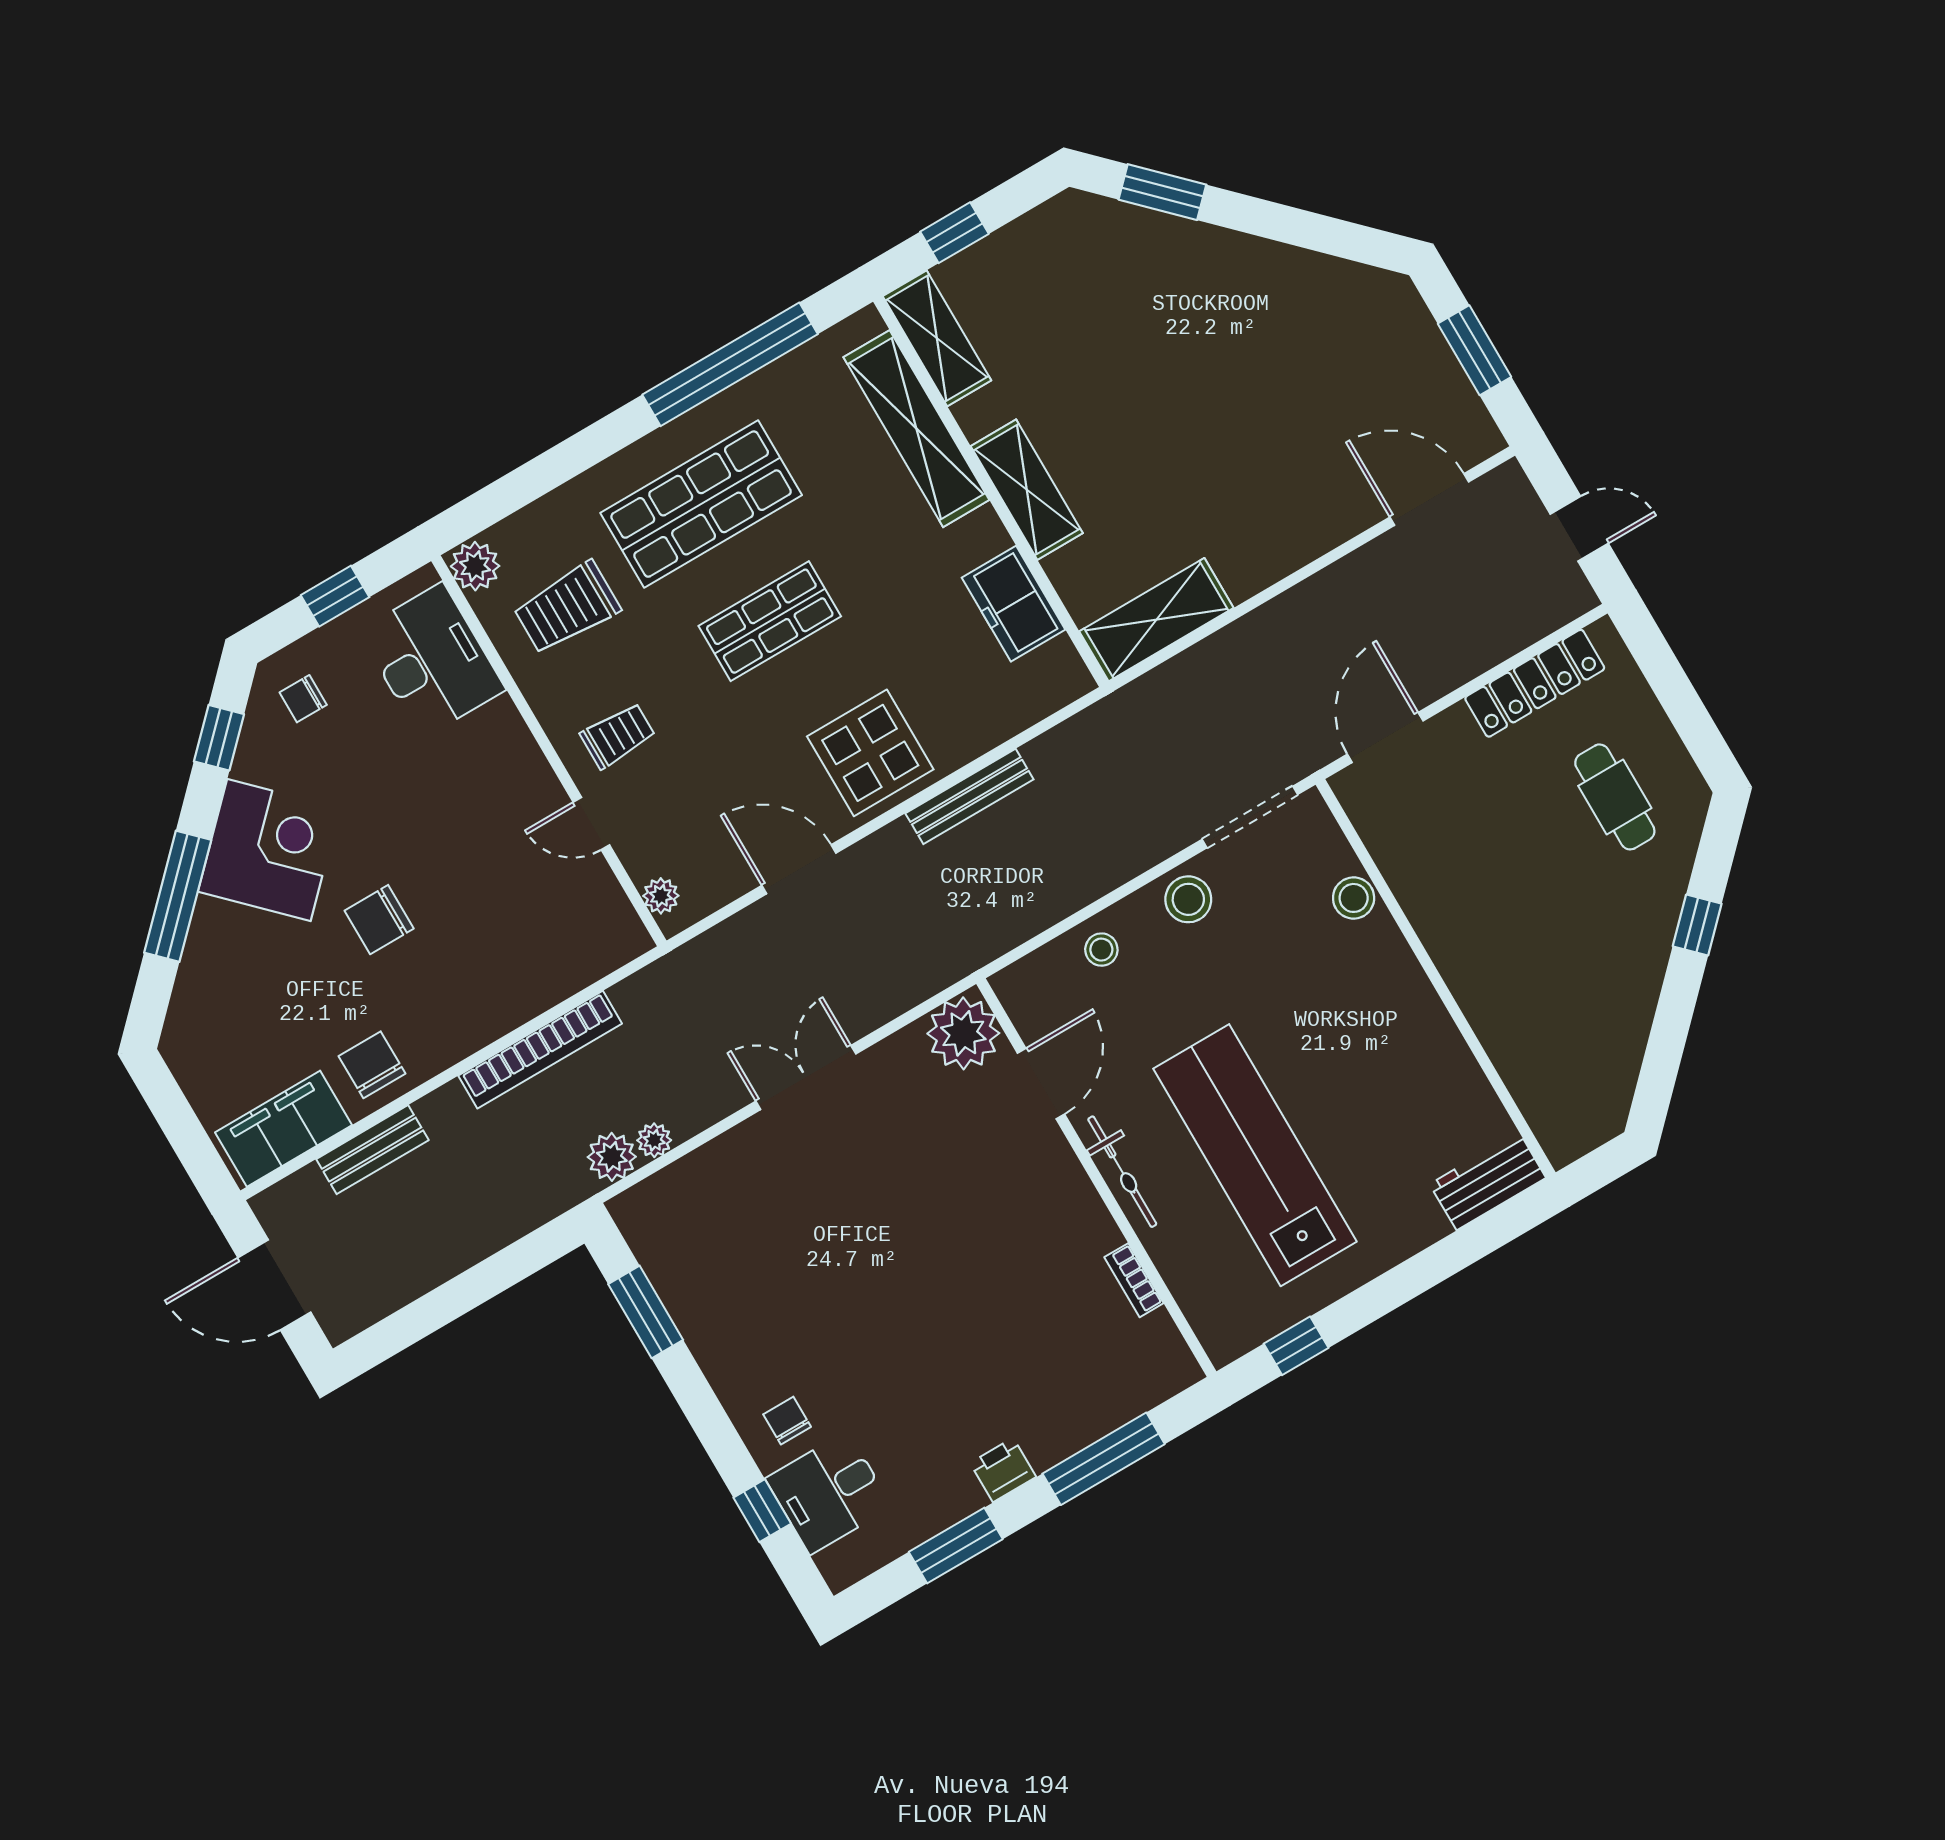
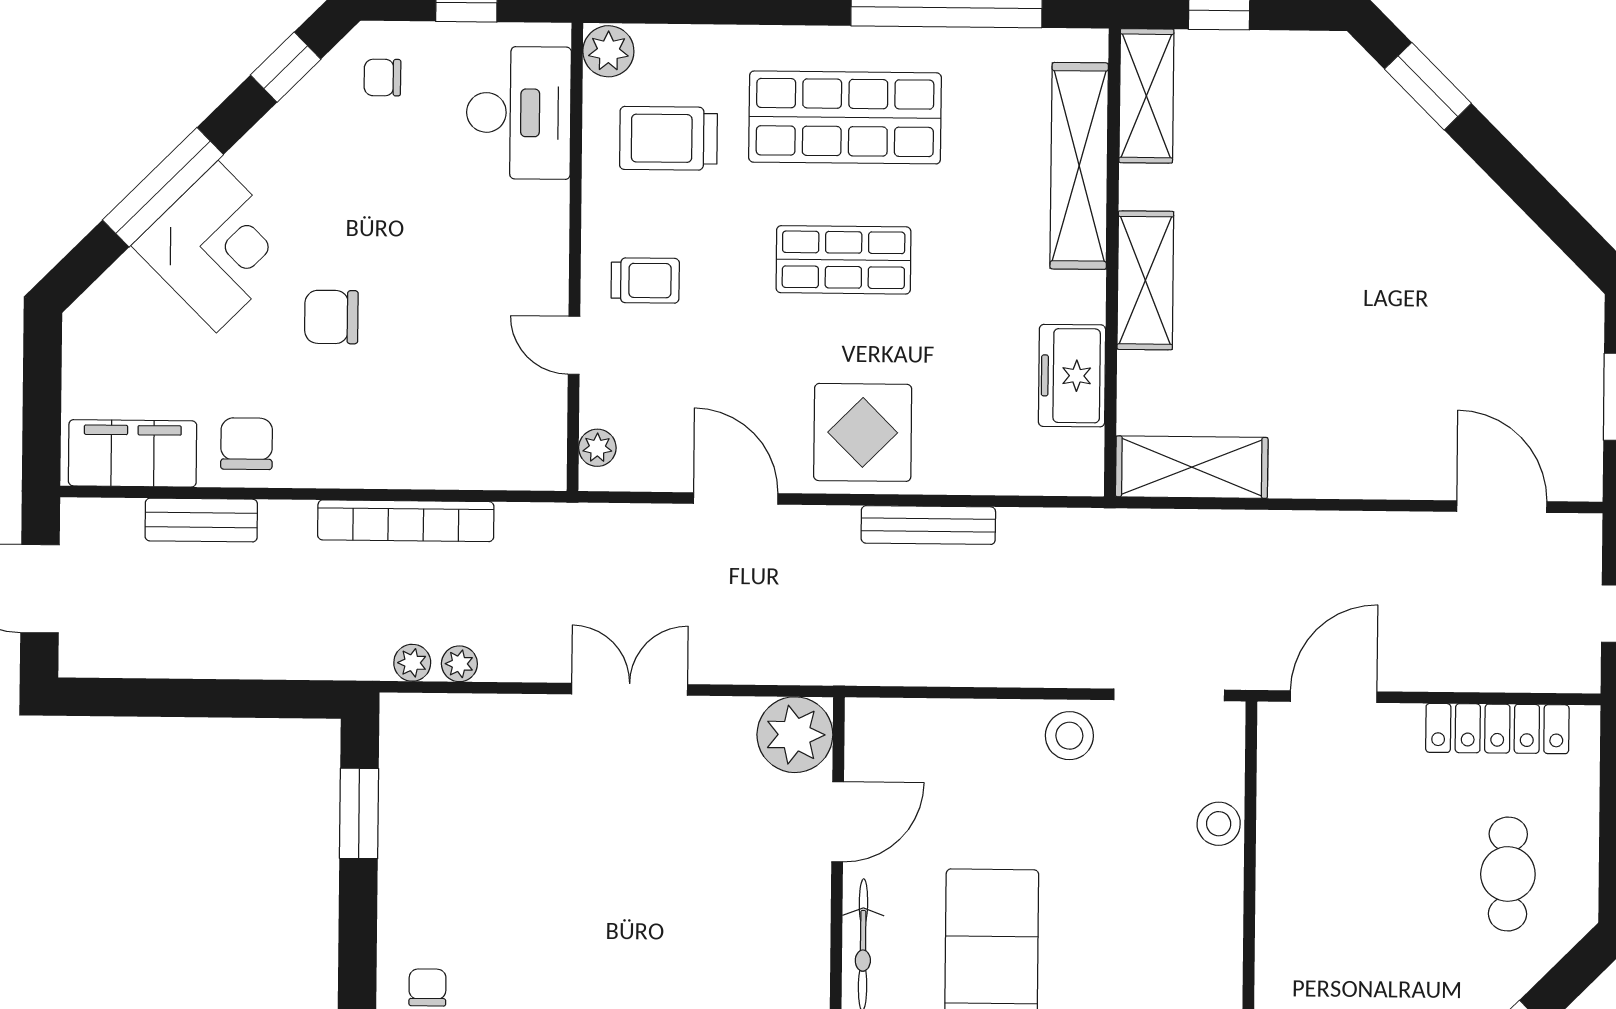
corner desk: (269, 850) -> (217, 247), moved
stool: (1101, 950) -> (964, 734), removed
plant: (612, 1157) -> (412, 663), width x0.73, depth x0.73

